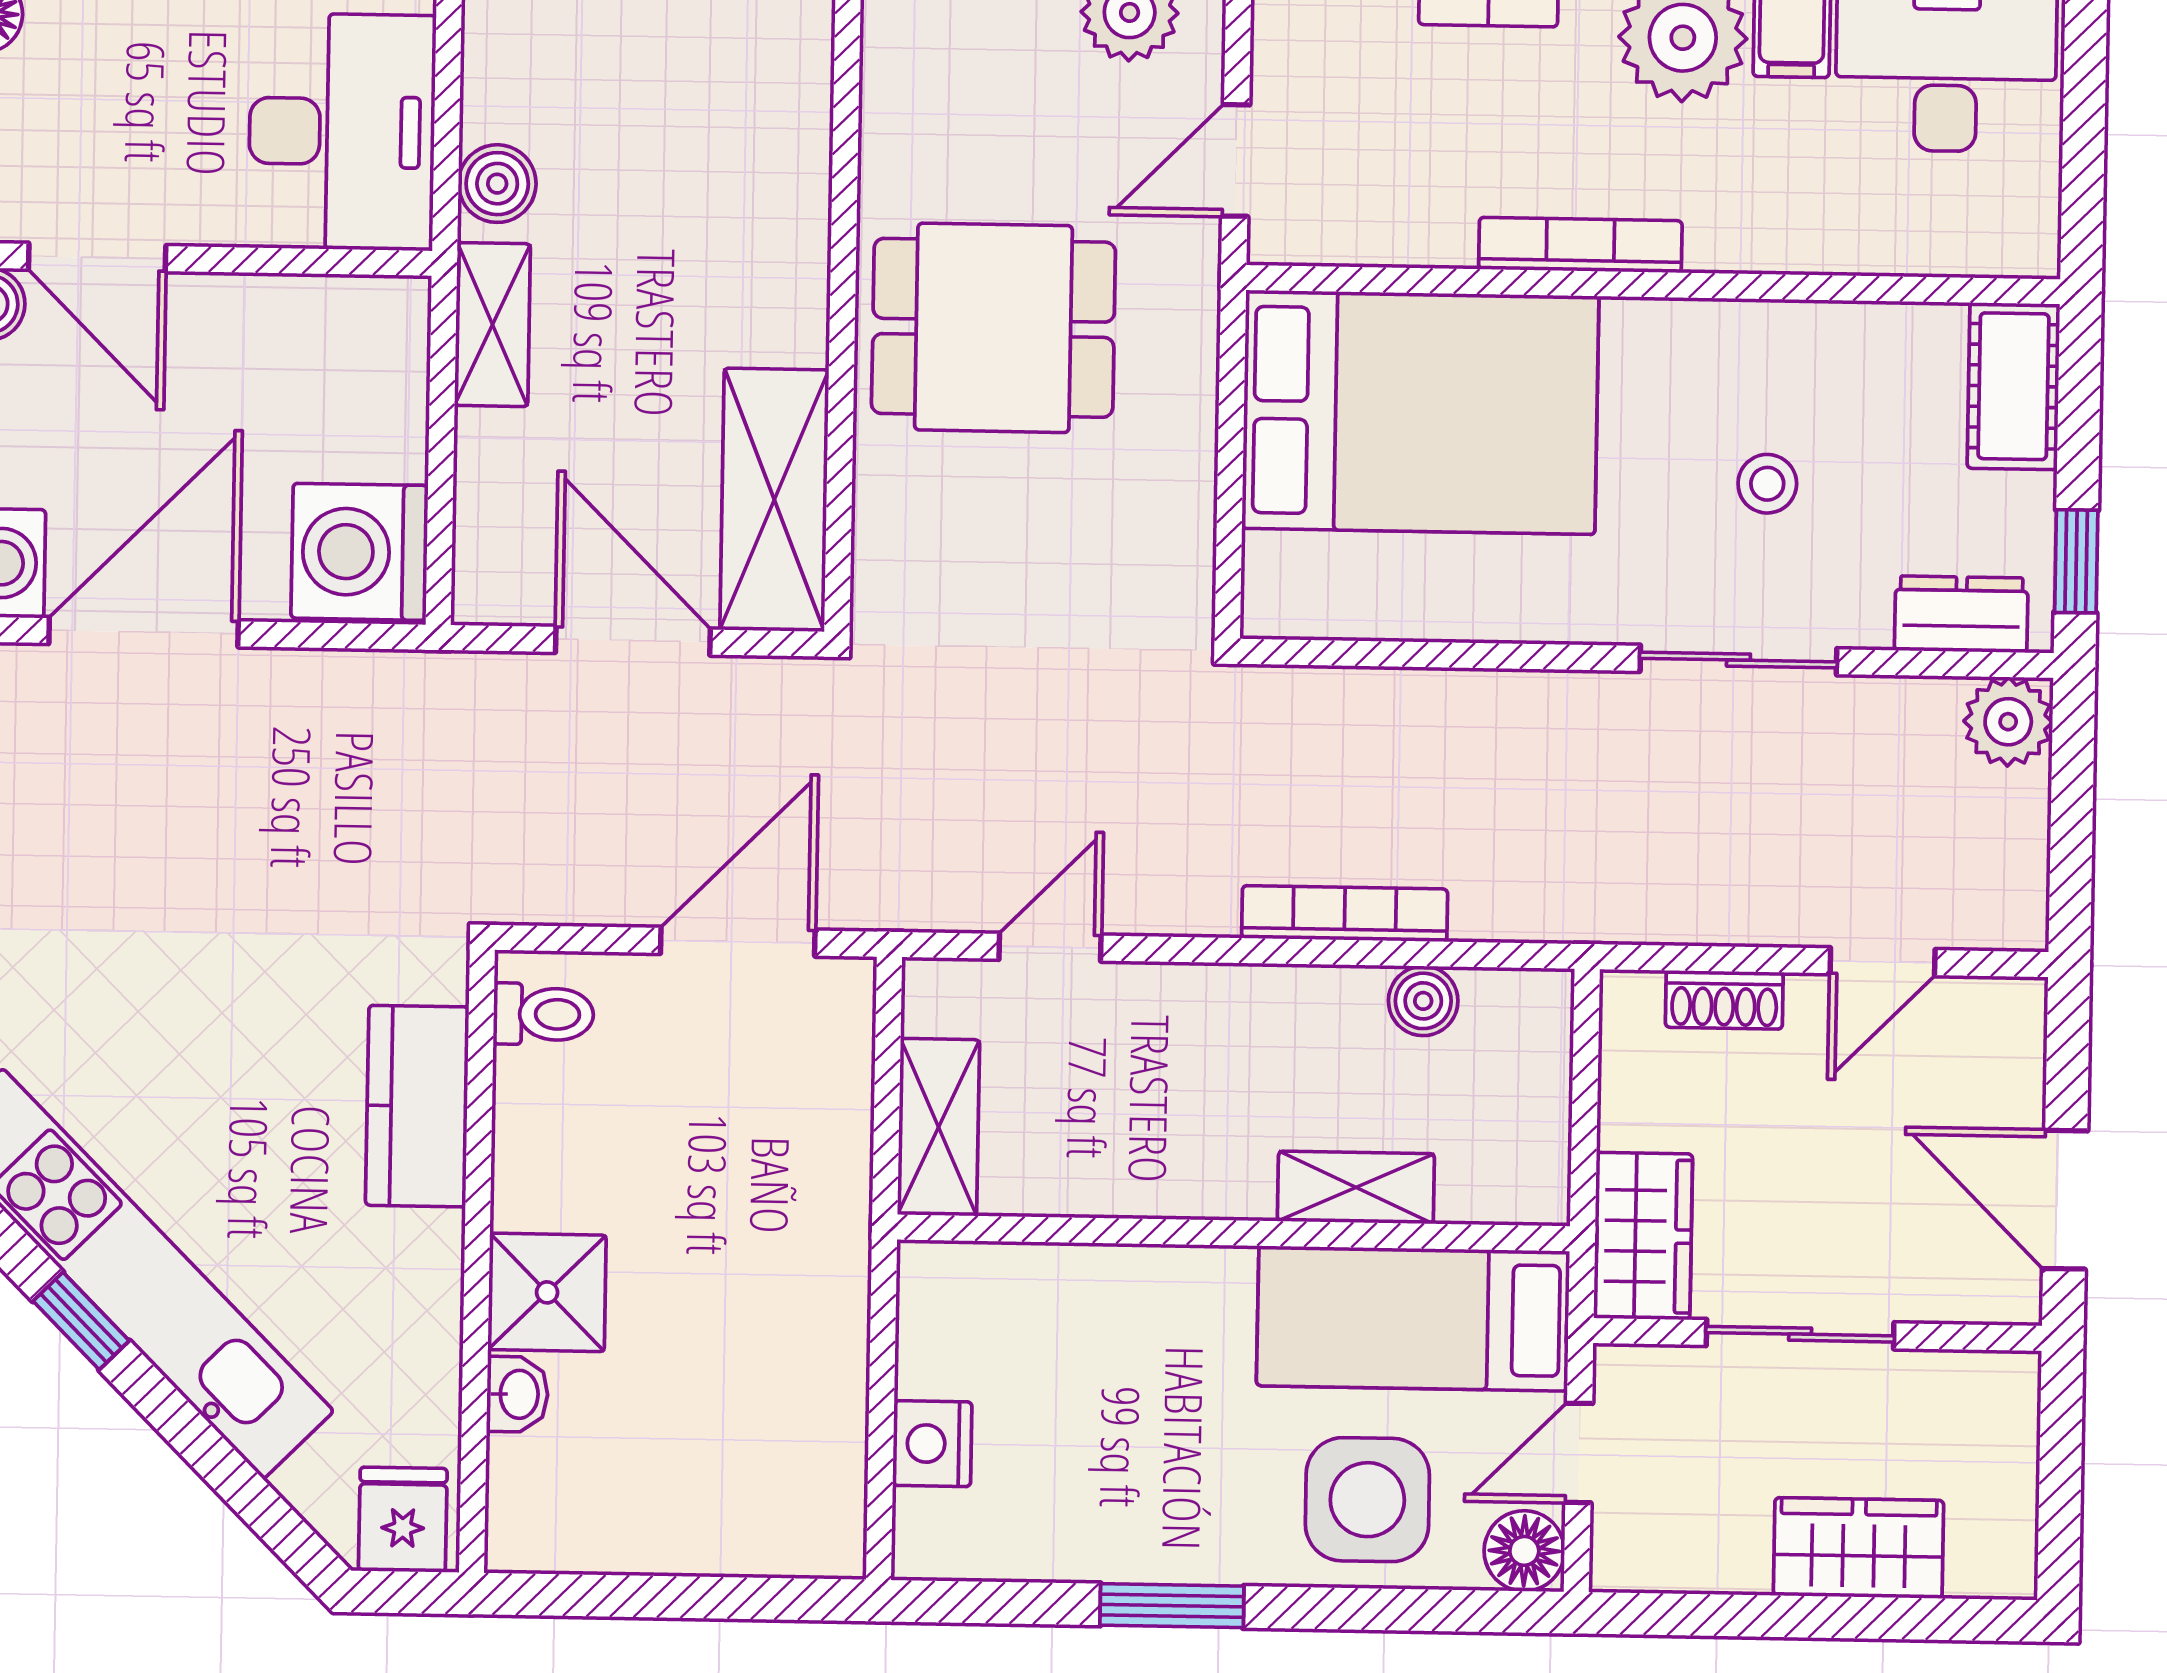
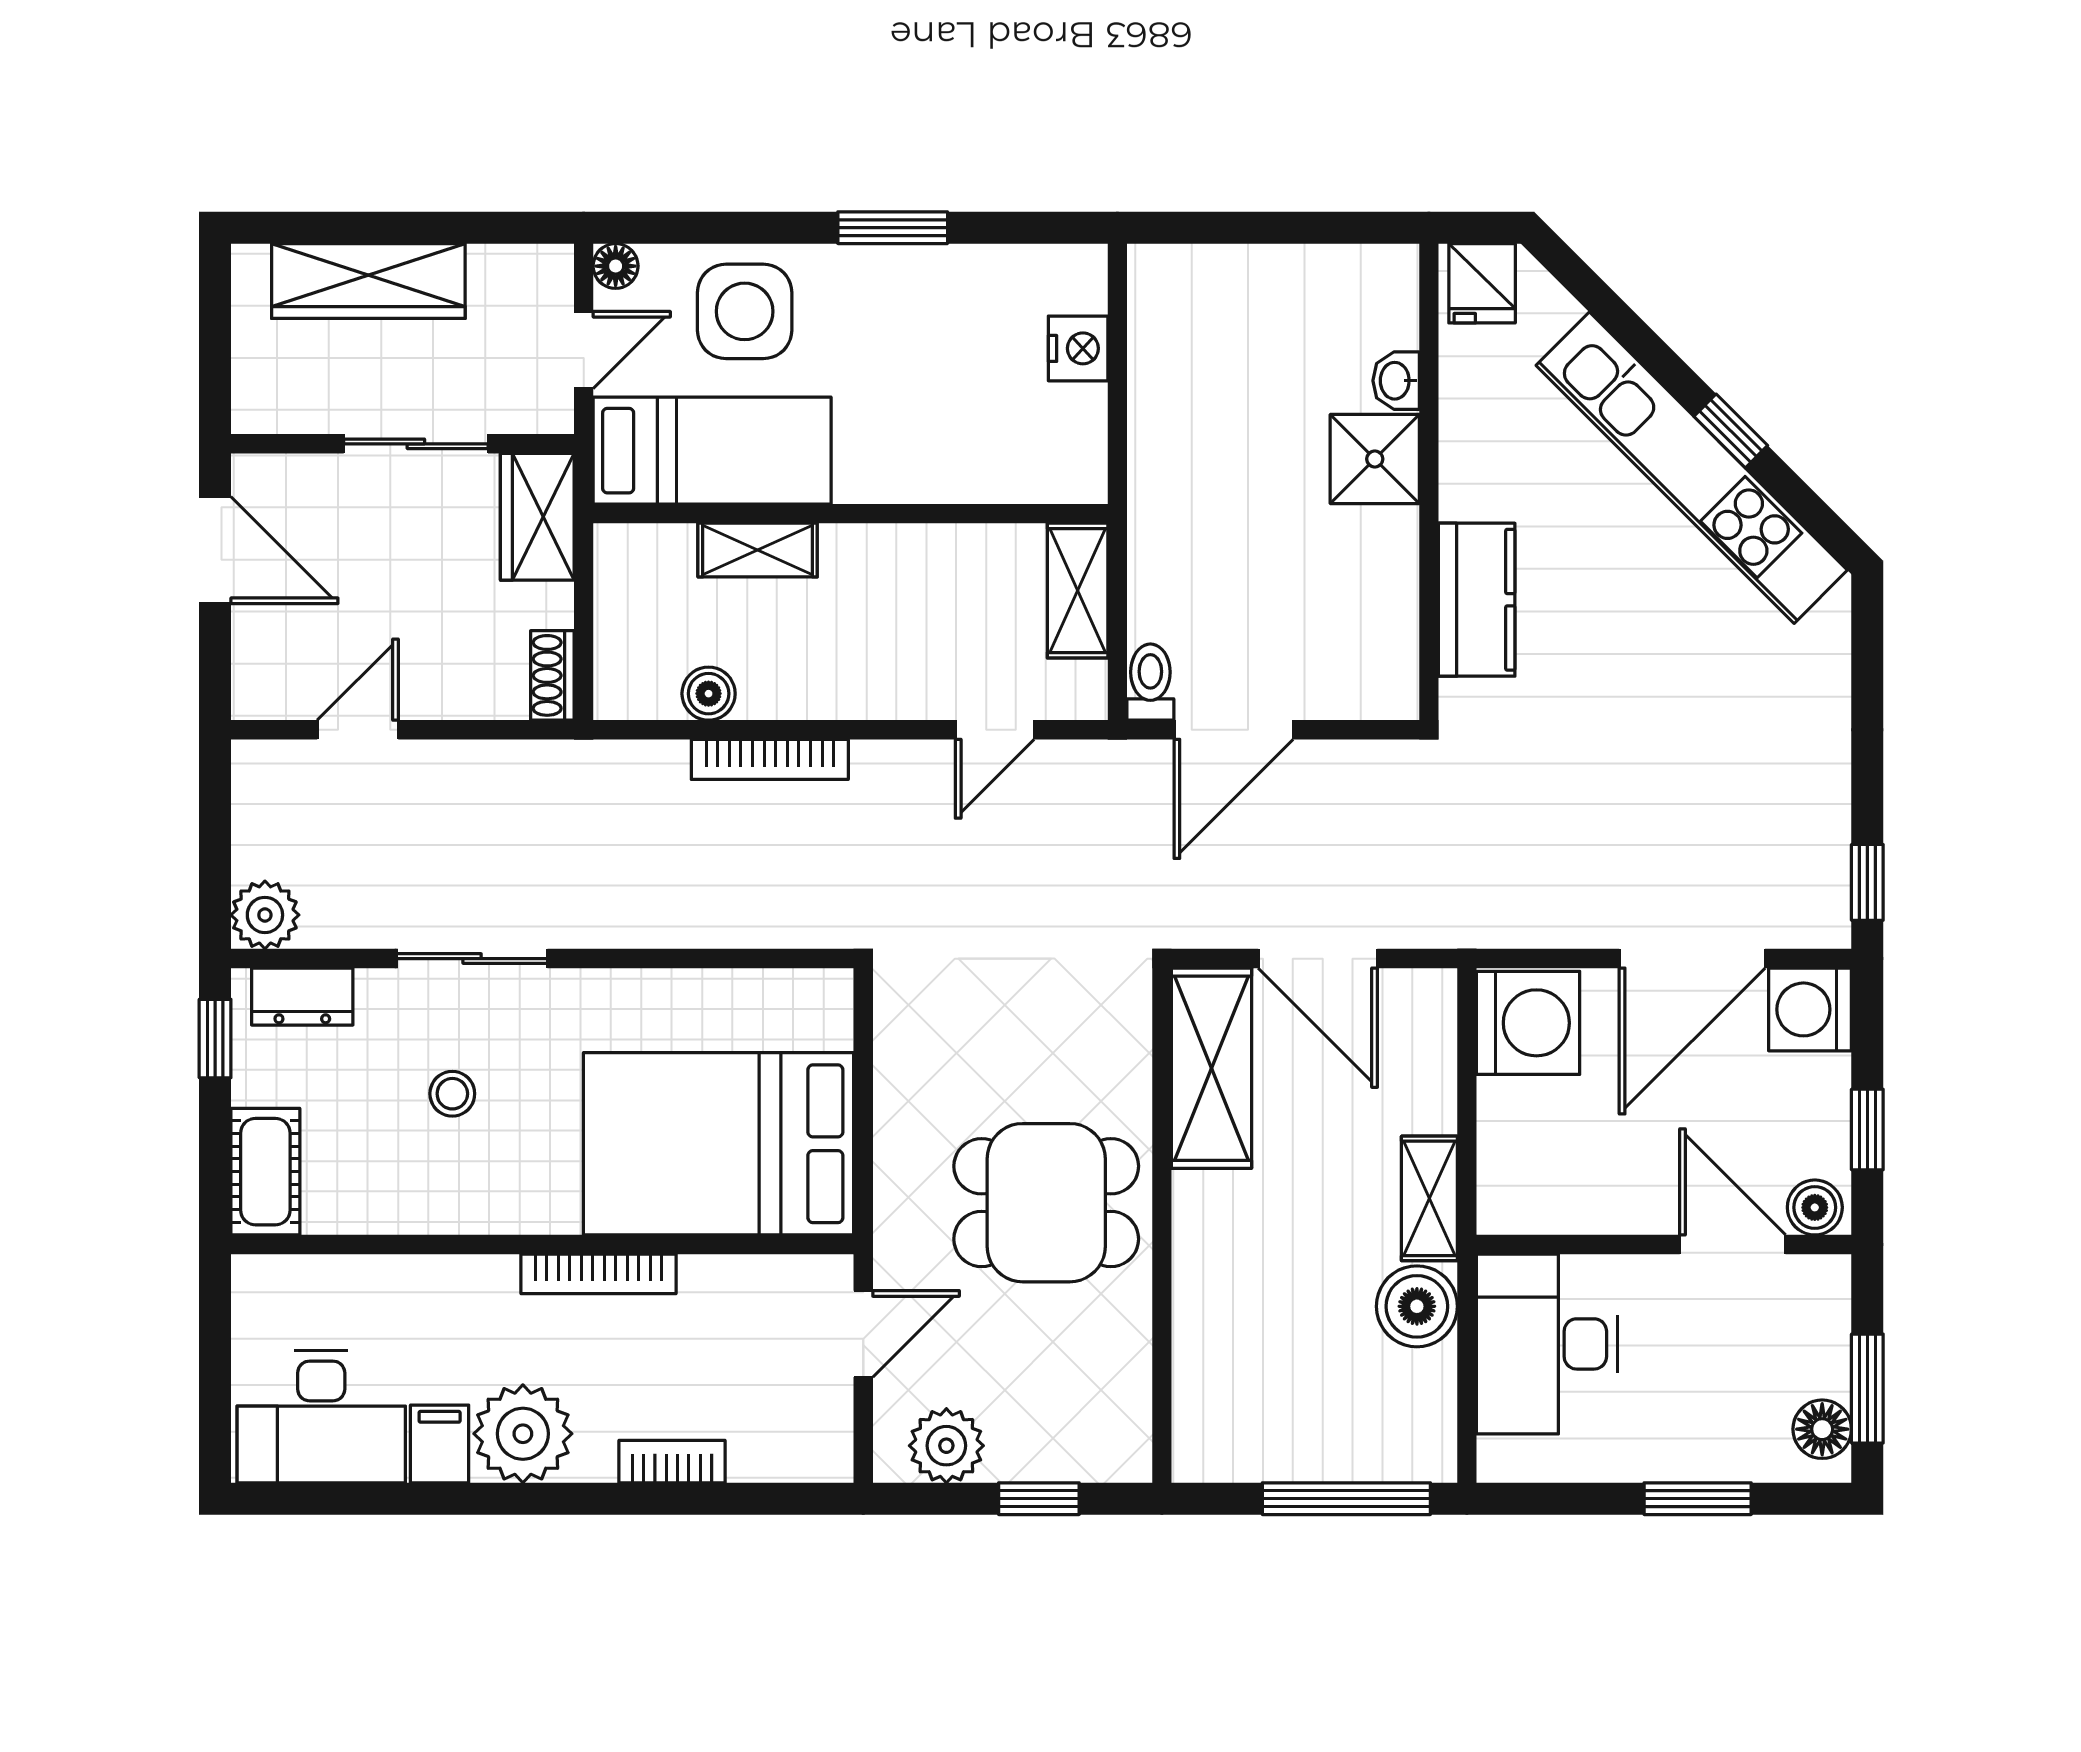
boiler: (497, 184) -> (1417, 1306), width x1.36, depth x1.36
shoe rack: (1724, 1000) -> (552, 675), moved, turned -90
toilet: (544, 1014) -> (1150, 682), moved, turned 90
wardrobe: (1858, 1548) -> (368, 281), width x1.50
floor lamp: (1524, 1551) -> (616, 266), width x0.73, depth x0.73

